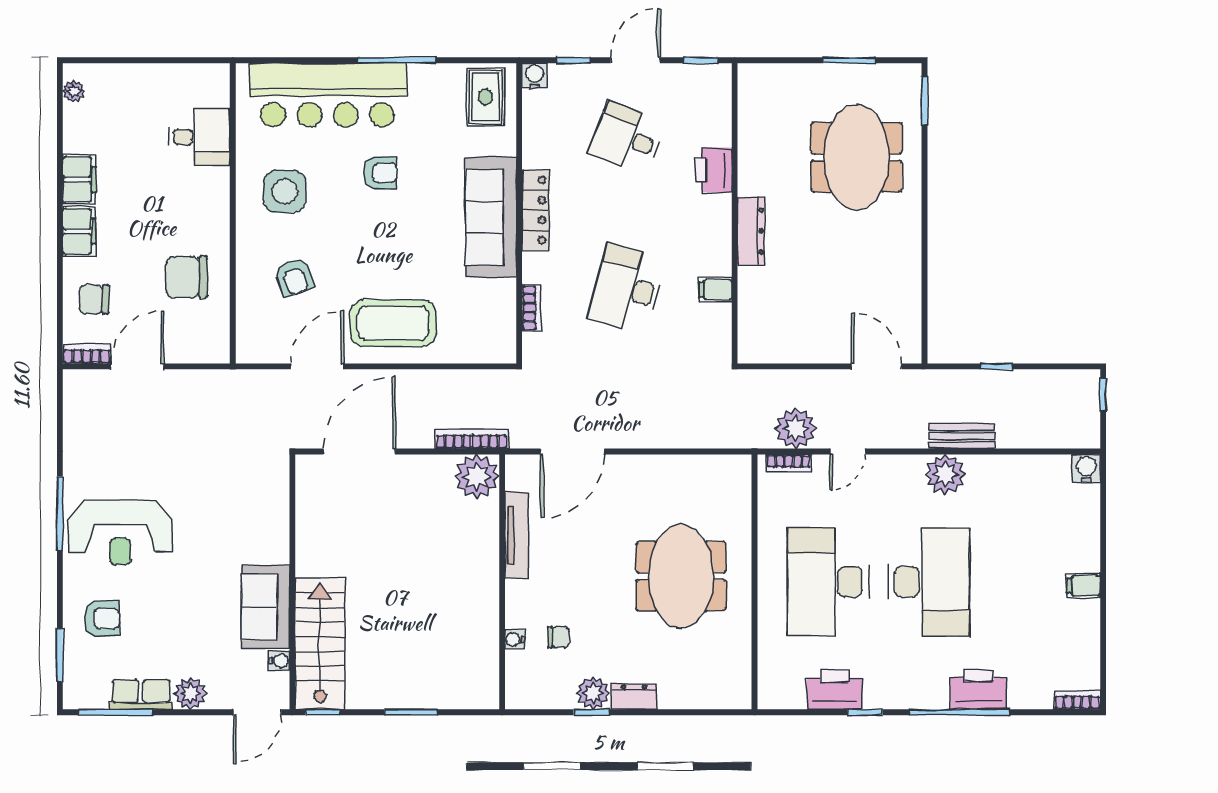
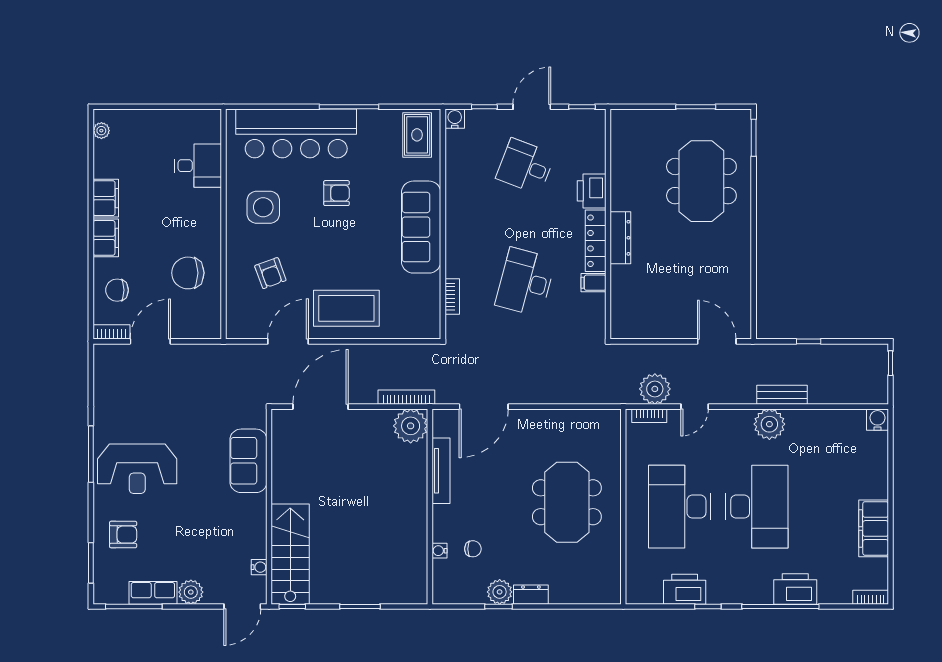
locker: (535, 210) -> (596, 241), moved, turned 180
filing cabinet: (1084, 586) -> (874, 528), width x3.00, depth x1.17
sofa: (265, 607) -> (248, 461), moved

